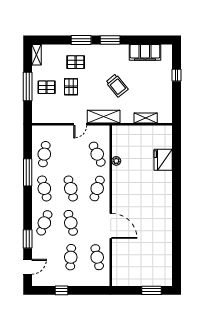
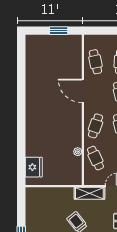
shelving: (146, 118) -> (50, 192), removed
fridge: (163, 160) -> (34, 167), moved
window: (152, 290) -> (59, 31), moved

